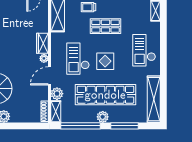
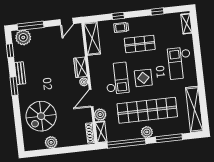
checkout: (78, 59) -> (117, 78), turned 180

